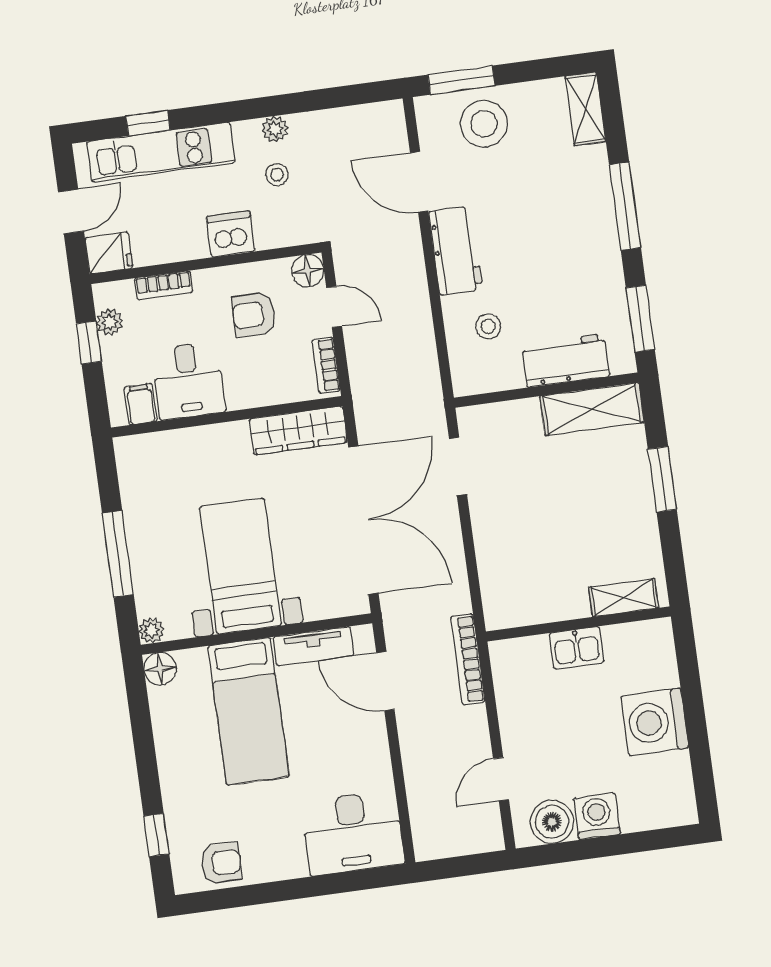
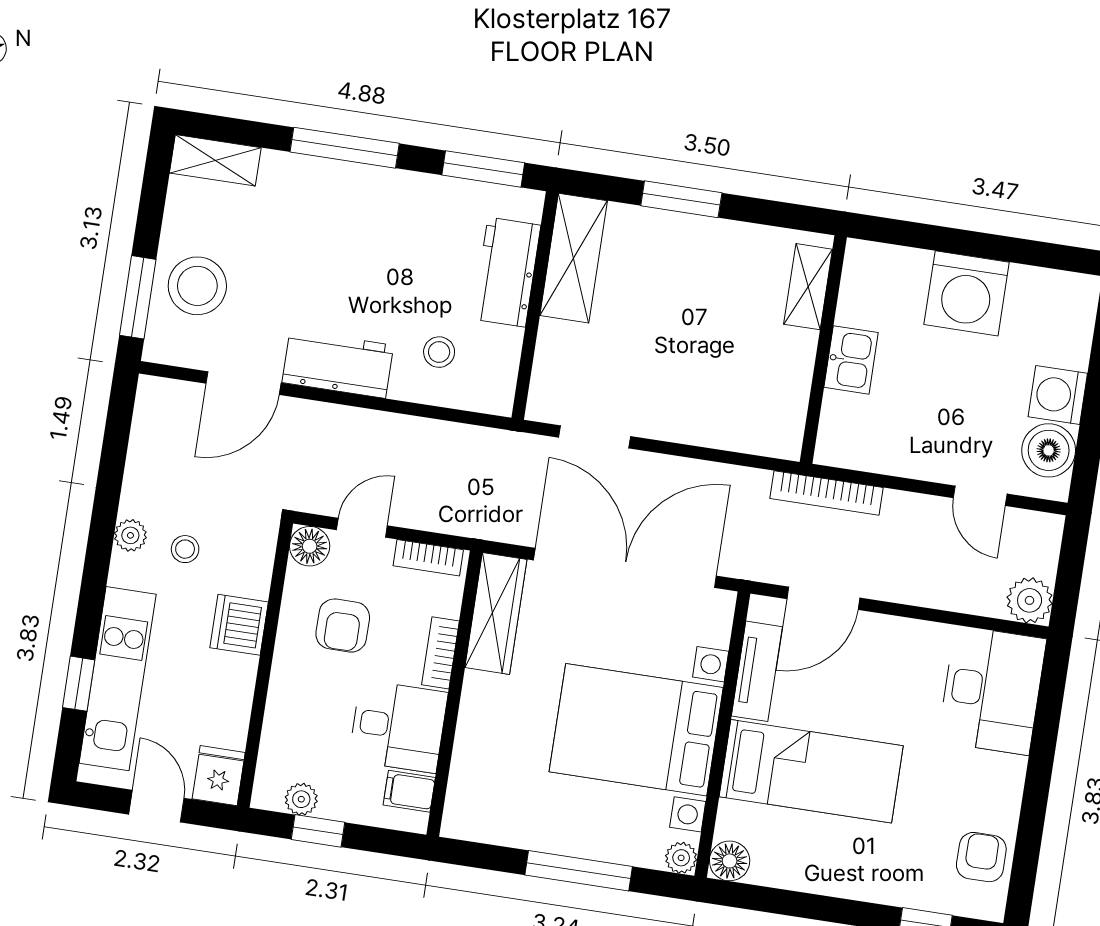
bookcase: (164, 285) -> (440, 653), moved, turned 180
bed with nightstands: (240, 566) -> (636, 730), width x1.36
plant: (431, 841) -> (1030, 600), added

